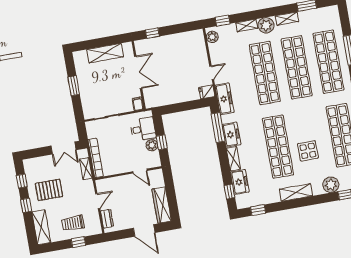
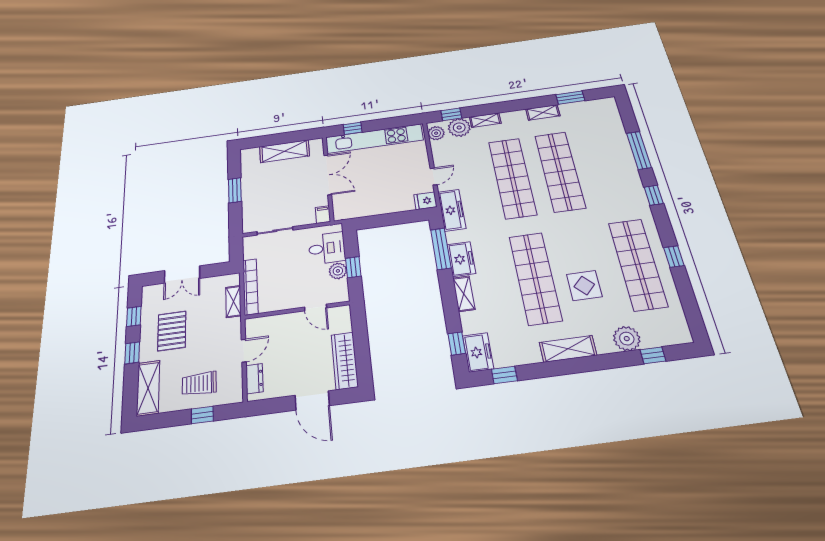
plant: (266, 25) -> (459, 128), moved
kitchen unit: (169, 42) -> (374, 139), added
shop shelf: (328, 62) -> (608, 165), removed
double door: (64, 148) -> (182, 275), moved
freezer: (240, 182) -> (478, 352), moved
pallet: (49, 190) -> (172, 331), turned 90

